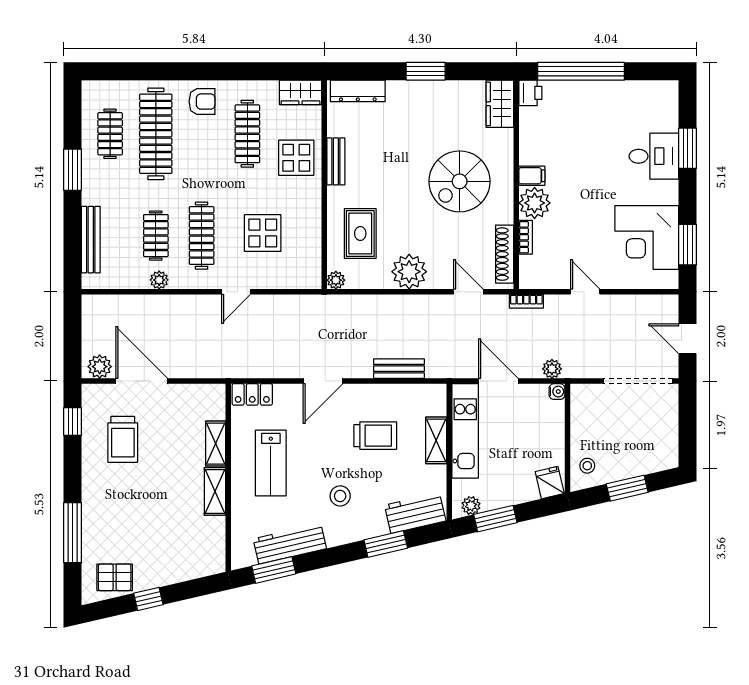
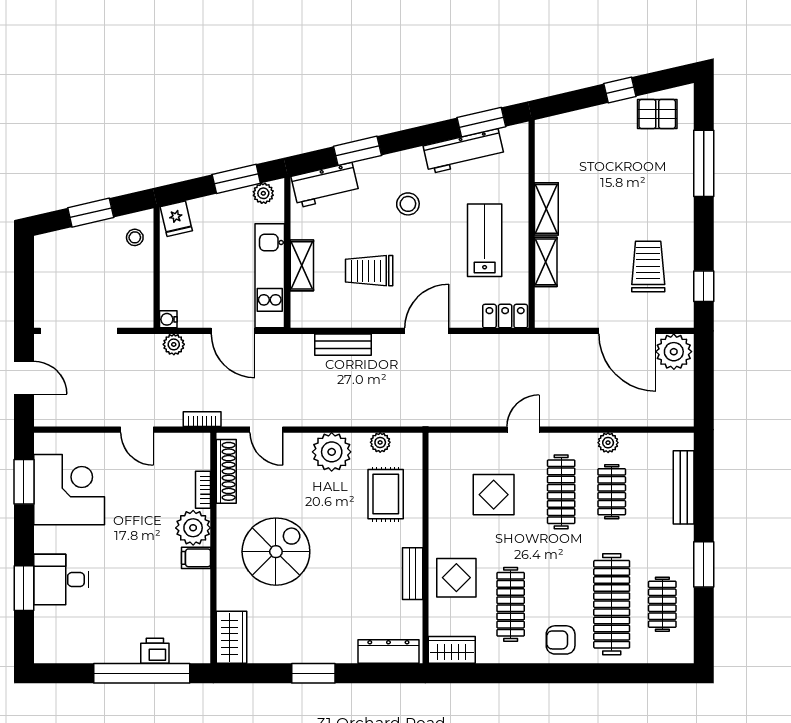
printer: (530, 93) -> (155, 651), moved, turned 90
plant: (336, 280) -> (380, 442), moved
plant: (100, 367) -> (674, 352), width x1.36, depth x1.36

